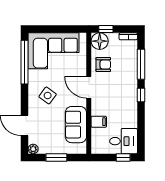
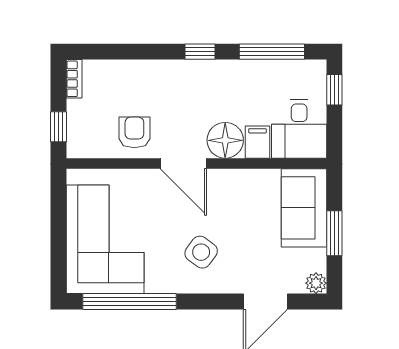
floor lamp: (100, 41) -> (225, 140), moved
window: (141, 64) -> (272, 52), moved
door: (89, 87) -> (183, 164), hinge flipped
sofa: (76, 125) -> (304, 208), moved, turned 90
desk: (123, 141) -> (299, 129), moved, turned 180

